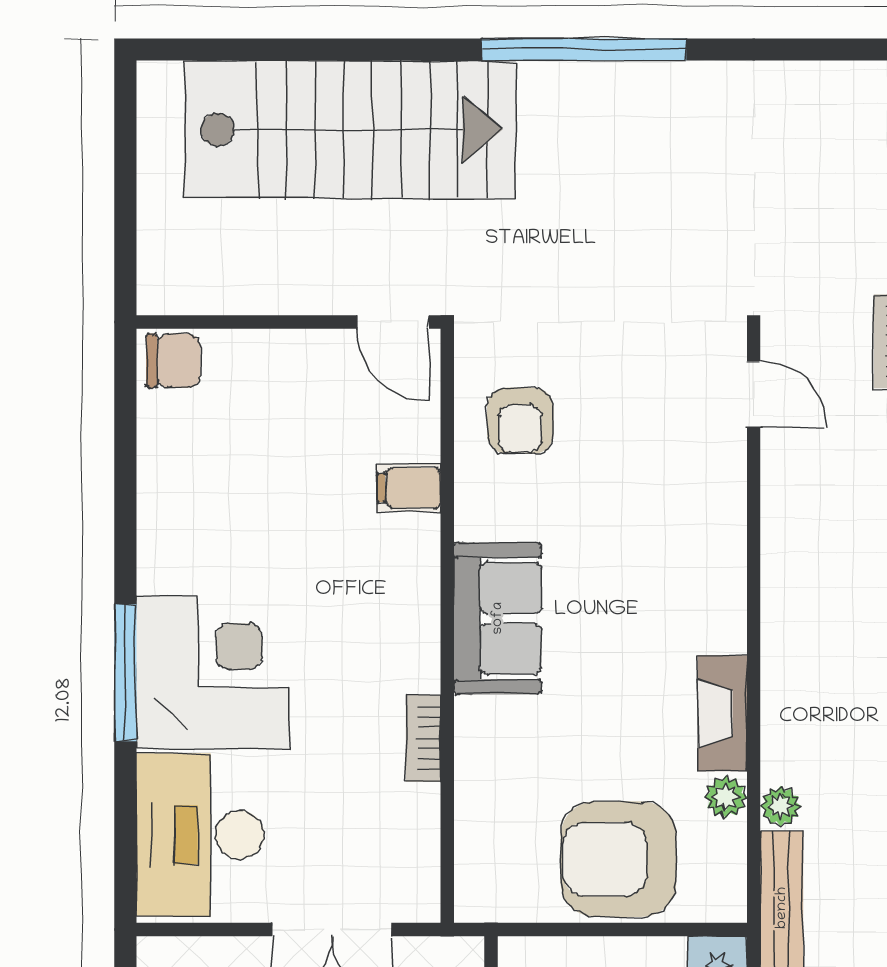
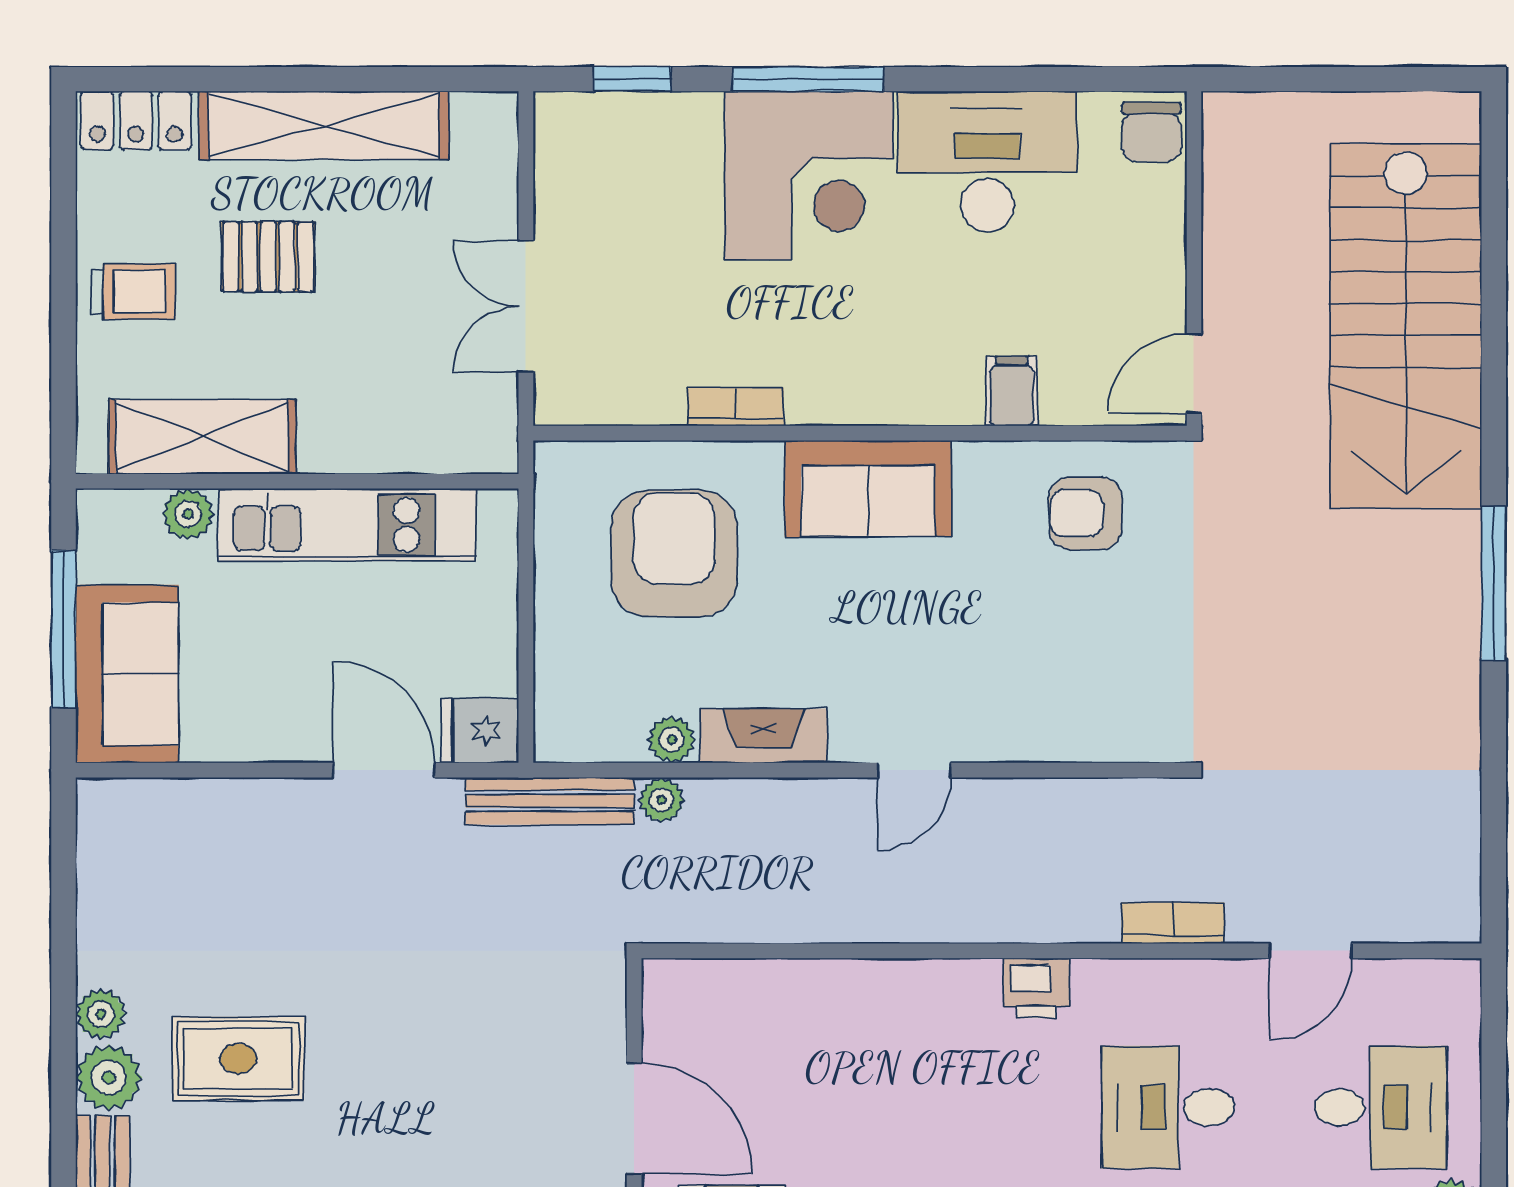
window: (584, 49) -> (1494, 583), width x0.68
door: (754, 394) -> (914, 770), moved
window: (125, 832) -> (632, 79), added
desk: (200, 835) -> (987, 161), moved
armchair: (618, 859) -> (674, 554), moved

